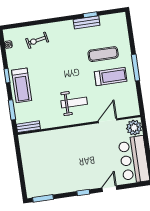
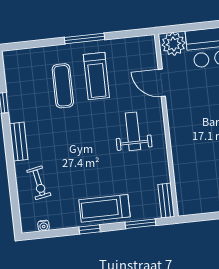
bench: (87, 22) -> (19, 142), moved
treadmill: (111, 77) -> (96, 76), turned 180
treadmill: (22, 85) -> (105, 208), turned 180

